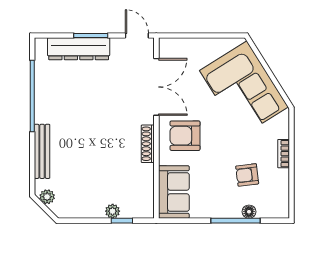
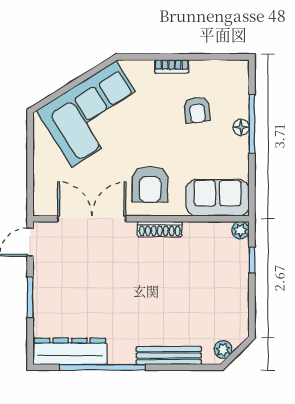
dresser: (79, 49) -> (70, 351), moved, turned -90
plant: (113, 211) -> (241, 230), moved
floor lamp: (249, 212) -> (241, 127), moved

